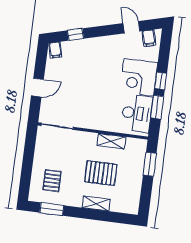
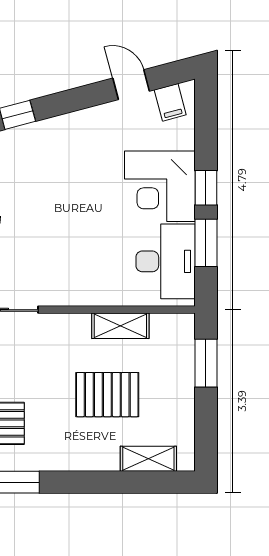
shelving: (96, 203) -> (148, 459), moved

